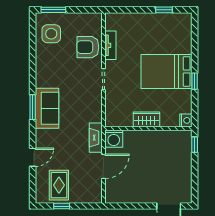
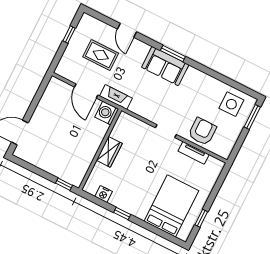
bed: (166, 72) -> (171, 206), moved
nightstand: (186, 120) -> (104, 194), moved
rug: (59, 185) -> (101, 55), moved

